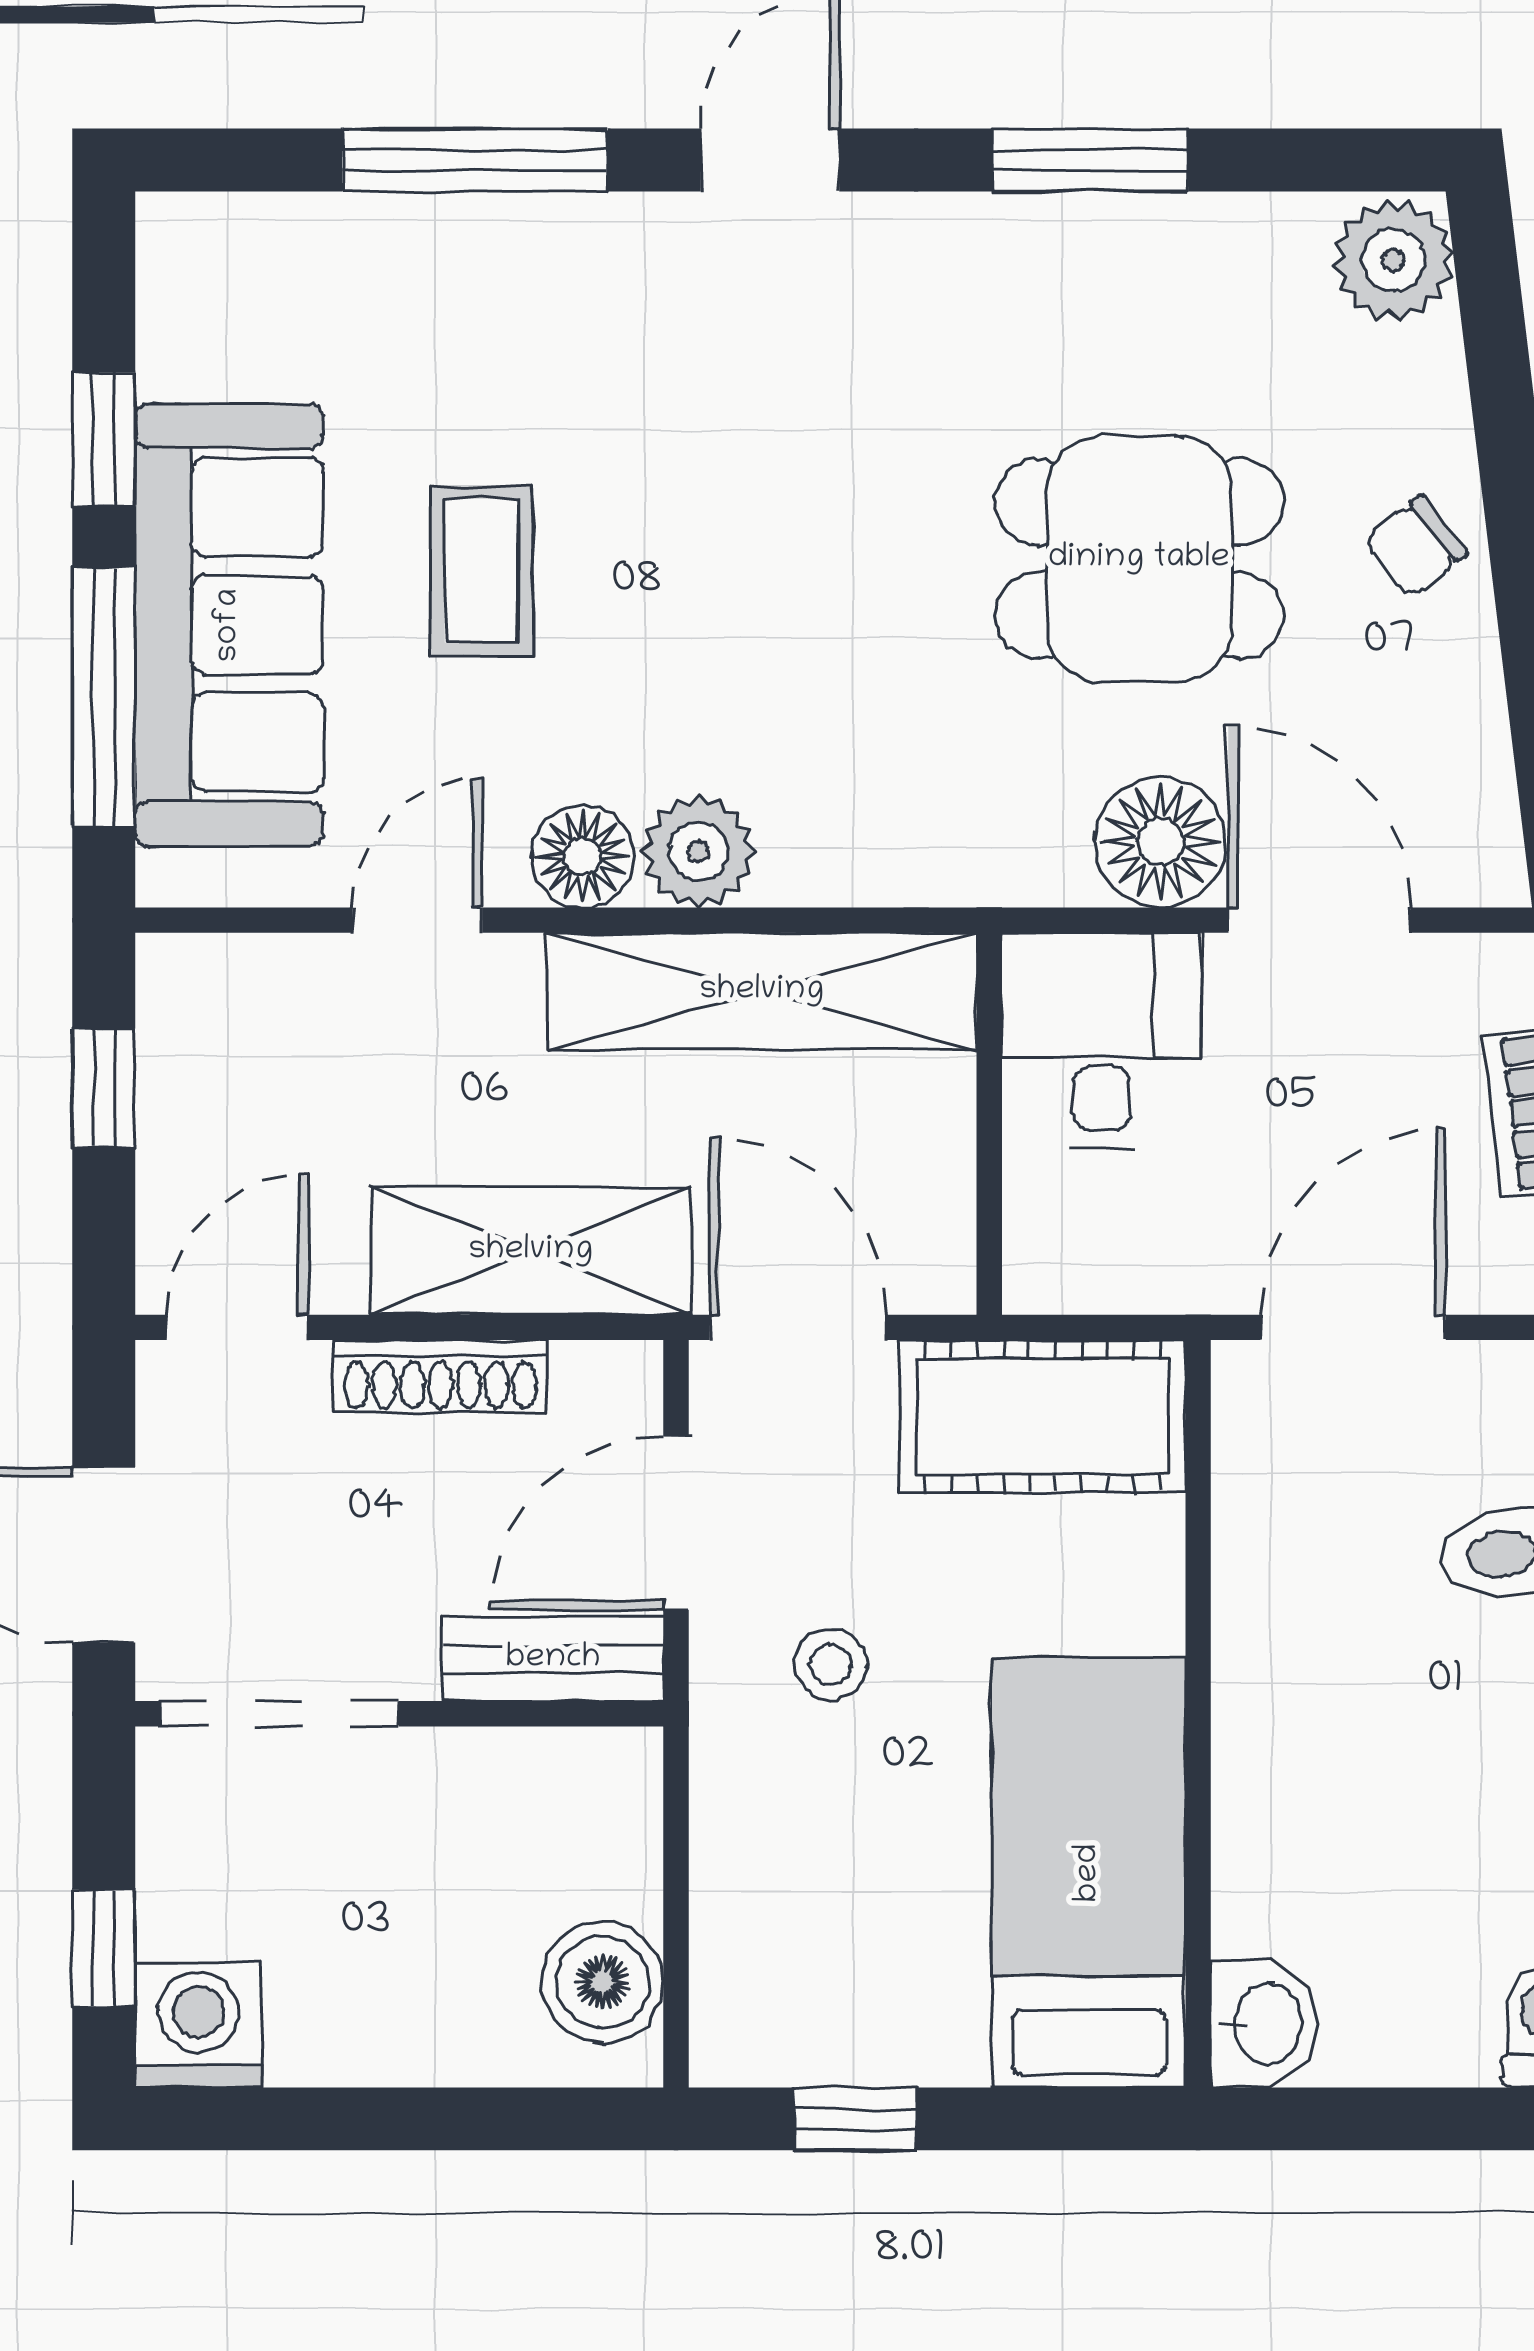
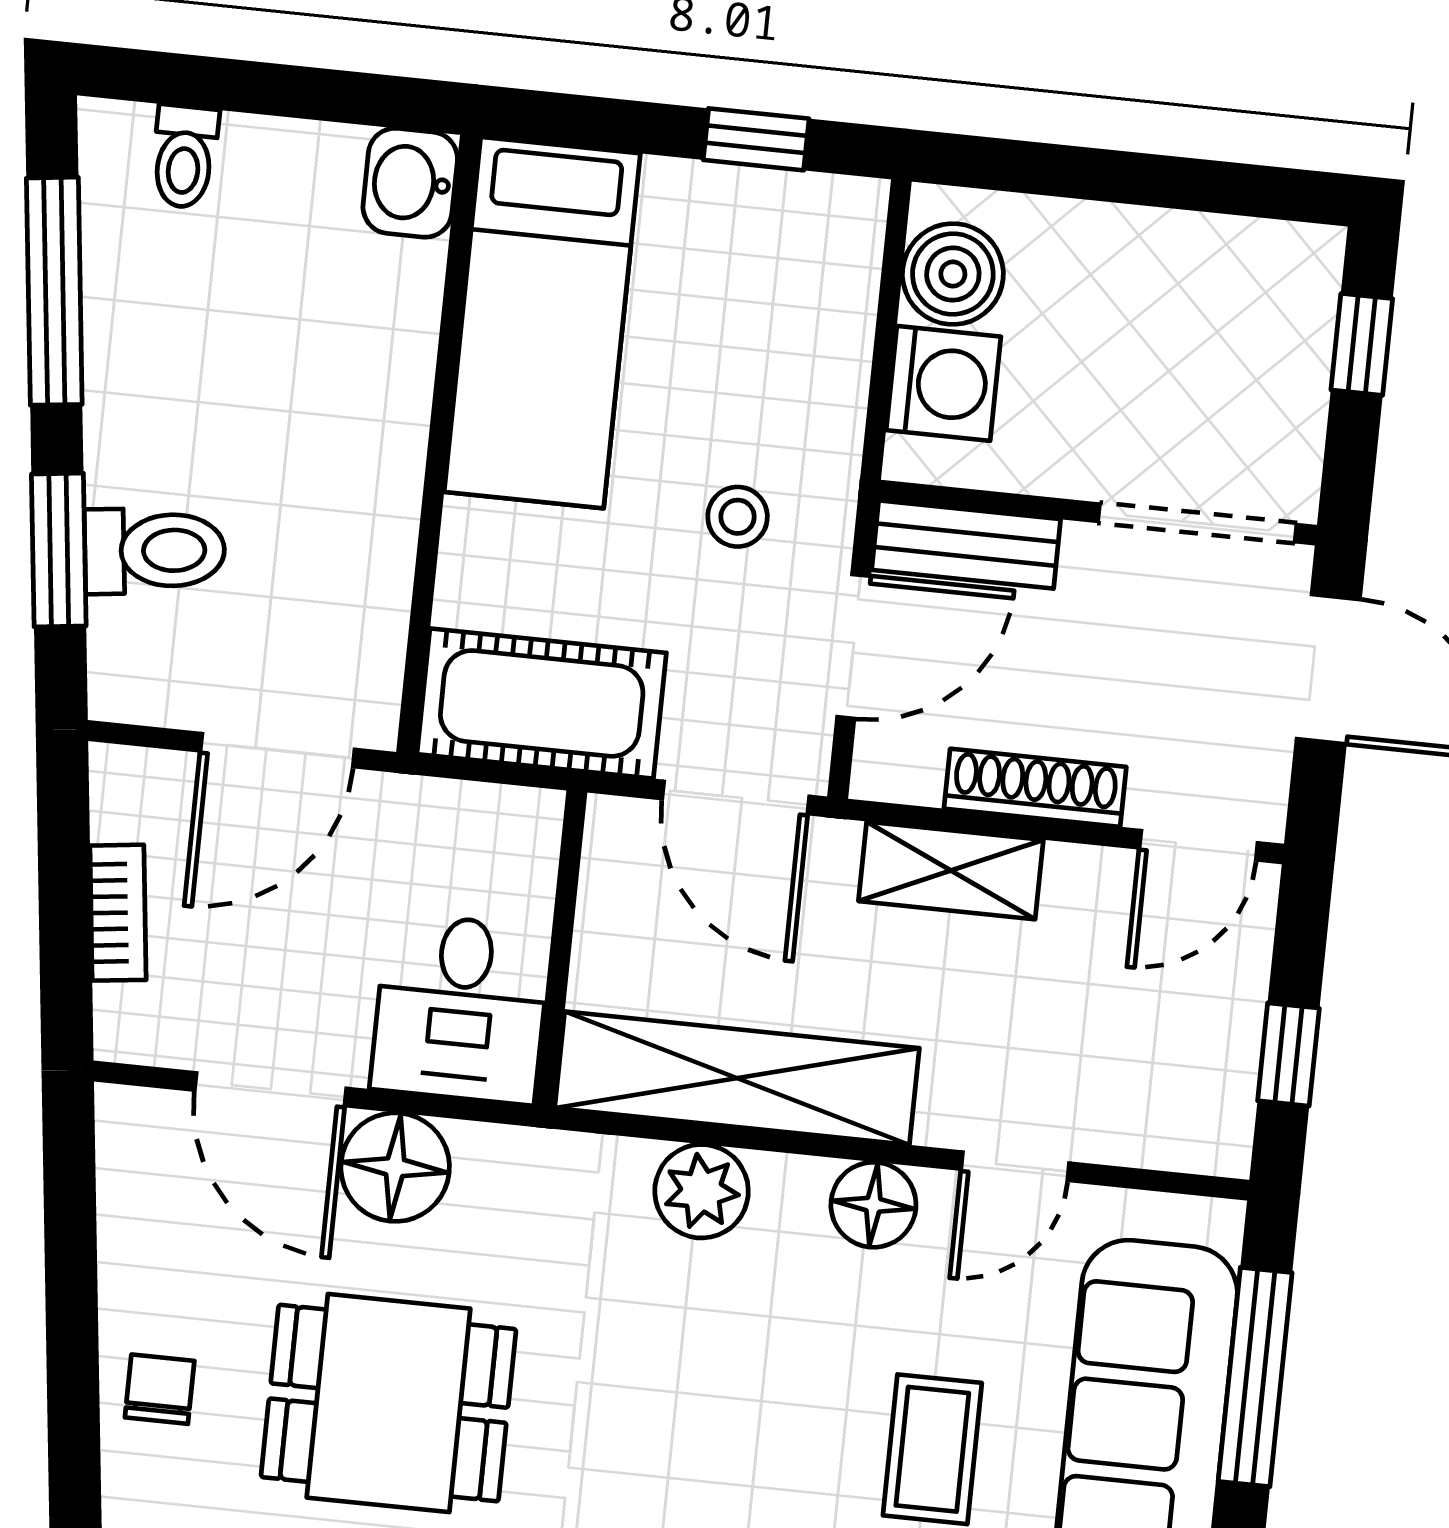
chair: (1415, 547) -> (160, 1389), turned -51
plant: (699, 851) -> (702, 1191), moved
shelving: (531, 1251) -> (951, 870), width x0.67, depth x0.75
washing machine: (198, 2024) -> (943, 383), moved, turned -90

